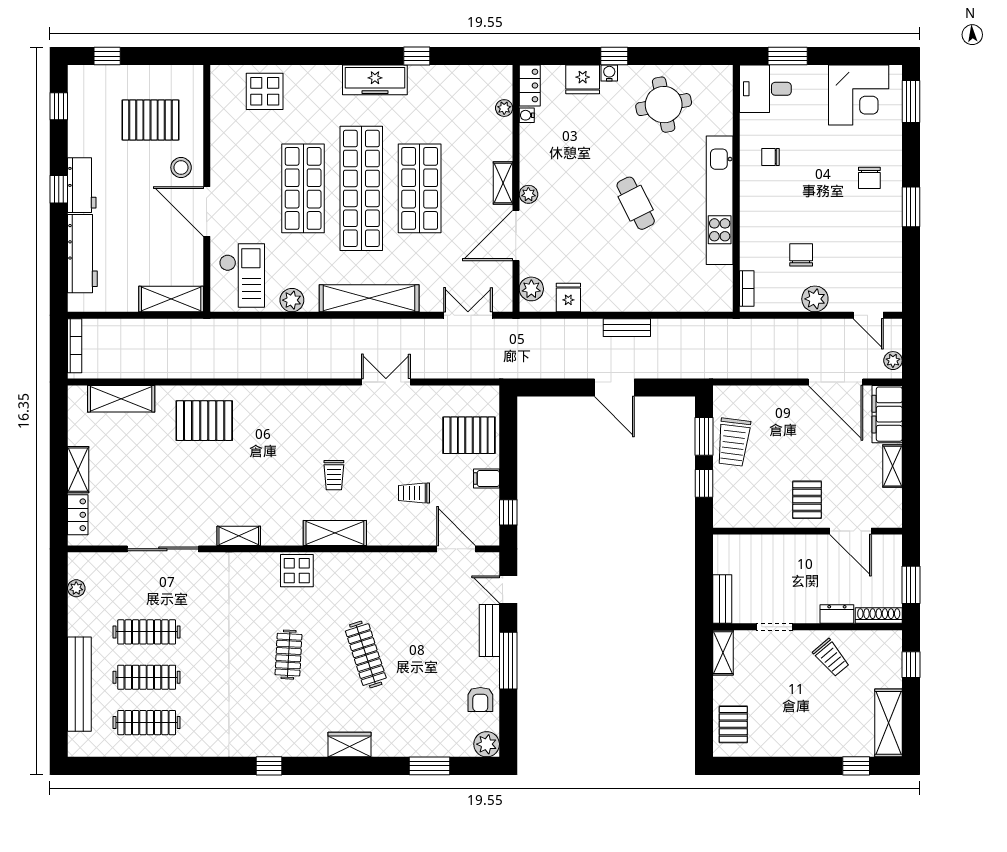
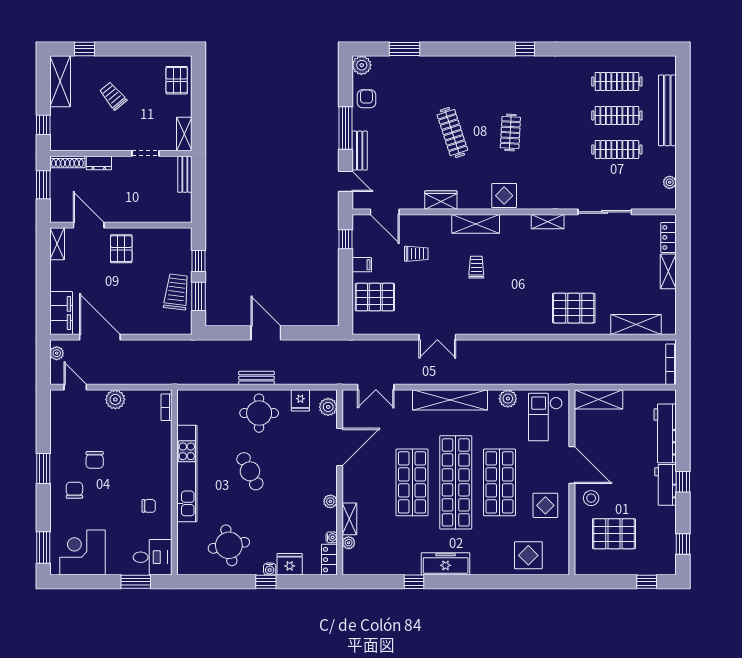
display table: (242, 158) -> (545, 505), added
shelving: (503, 183) -> (349, 519), moved
plant: (528, 194) -> (330, 501), moved
chair: (801, 255) -> (95, 460), moved
round table: (623, 281) -> (259, 413), added
shelving: (892, 466) -> (57, 244), moved
trolley: (831, 658) -> (113, 96), moved
wardrobe: (349, 745) -> (441, 200), moved, turned 180

